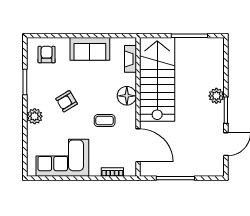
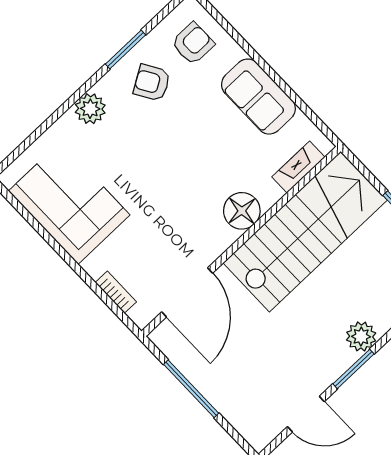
armchair: (67, 101) -> (152, 83), moved
coffee table: (105, 121) -> (177, 213), removed

